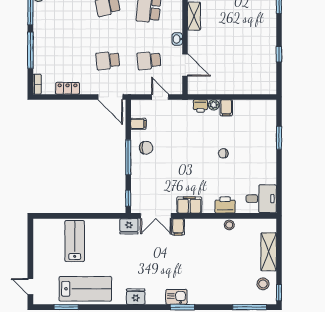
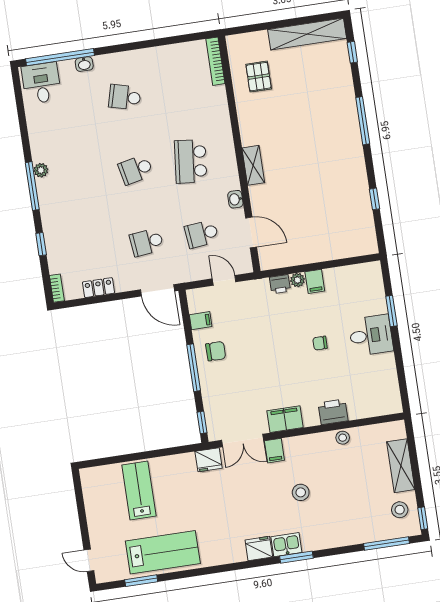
window: (30, 50) -> (41, 244), width x0.46
desk: (261, 199) -> (371, 335), moved
stool: (193, 260) -> (301, 492), added
fridge: (136, 297) -> (259, 548), moved

